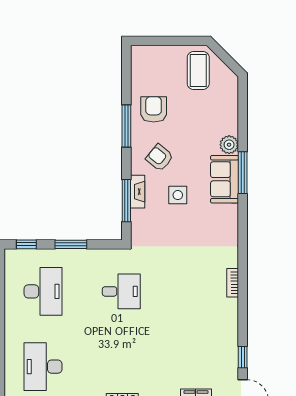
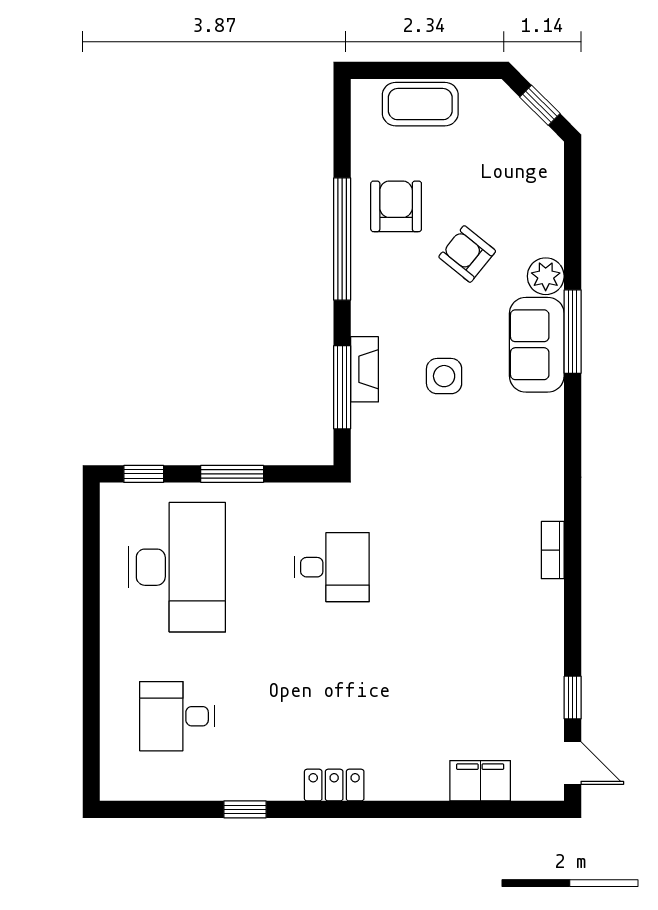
window: (226, 58) -> (540, 105), added
coffee table: (198, 70) -> (420, 104), moved, turned 90
window: (126, 126) -> (342, 239), width x1.46
armchair: (160, 158) -> (467, 254), moved
desk: (43, 291) -> (177, 567), width x1.36, depth x1.30
desk: (43, 367) -> (177, 716), width x0.73

